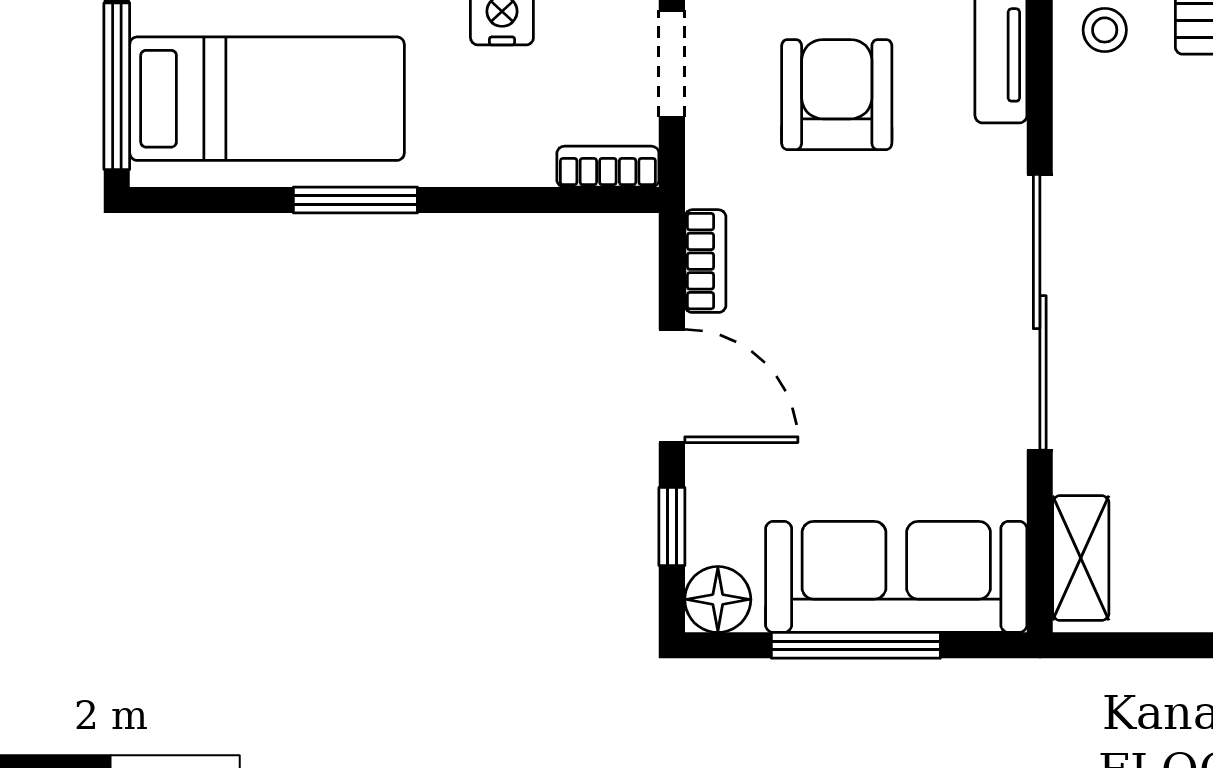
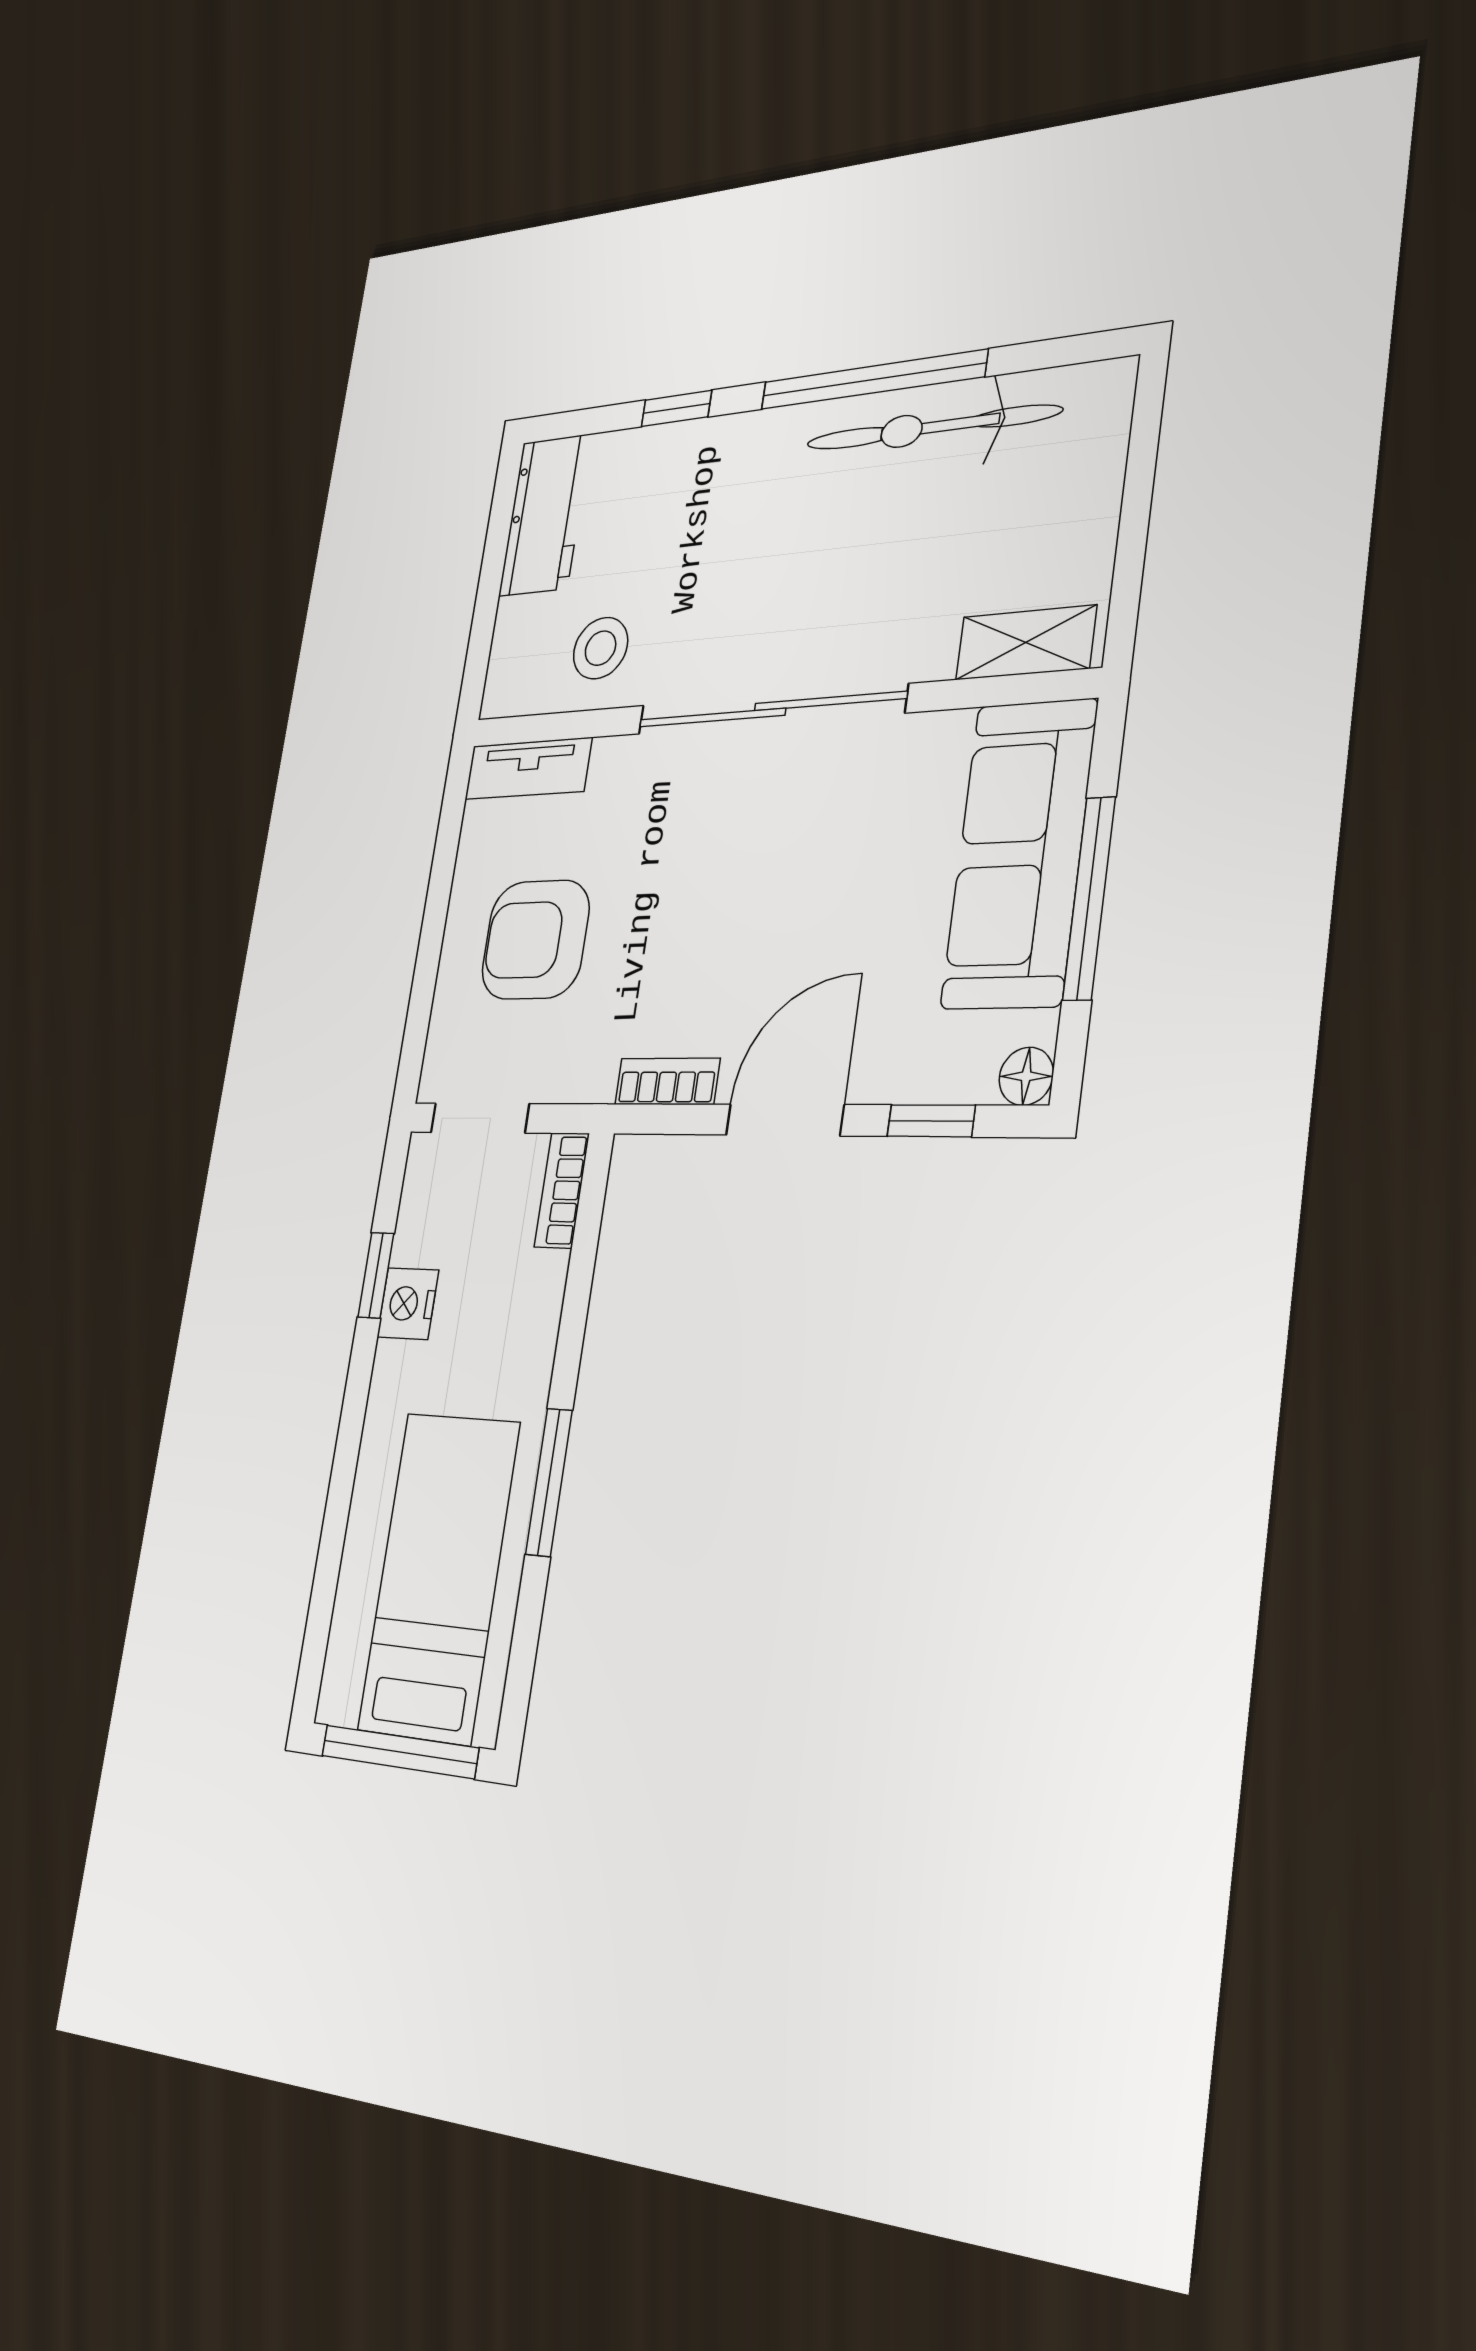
stool: (1105, 30) -> (601, 648), moved, width x1.37, depth x1.37
floor lamp: (718, 599) -> (1026, 1076), width x0.73, depth x0.73

